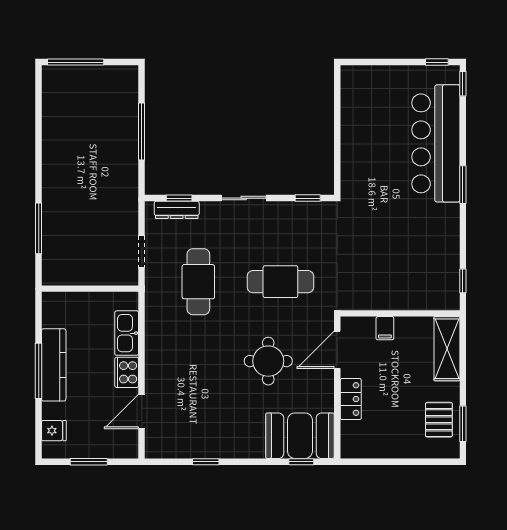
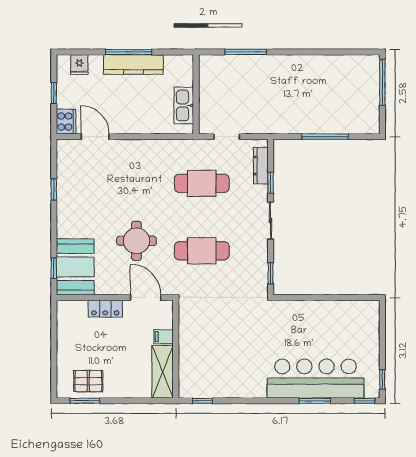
window: (463, 185) -> (315, 401), moved
window: (179, 198) -> (271, 183), moved
cafe table: (280, 282) -> (202, 251), turned 90
kitchen sink: (127, 333) -> (184, 105), moved, turned -90
shelving: (447, 349) -> (163, 372), moved, turned 90
cooker: (127, 372) -> (66, 122), moved, turned 90
window: (89, 462) -> (54, 93), width x0.67

